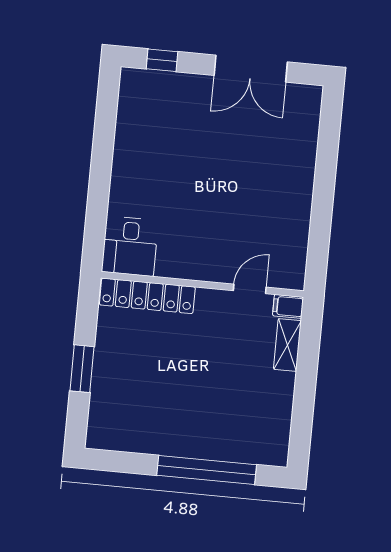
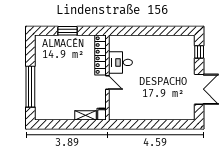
double door: (251, 69) -> (199, 89), swing flipped
desk: (130, 246) -> (120, 62), moved
door: (250, 289) -> (107, 83), moved

